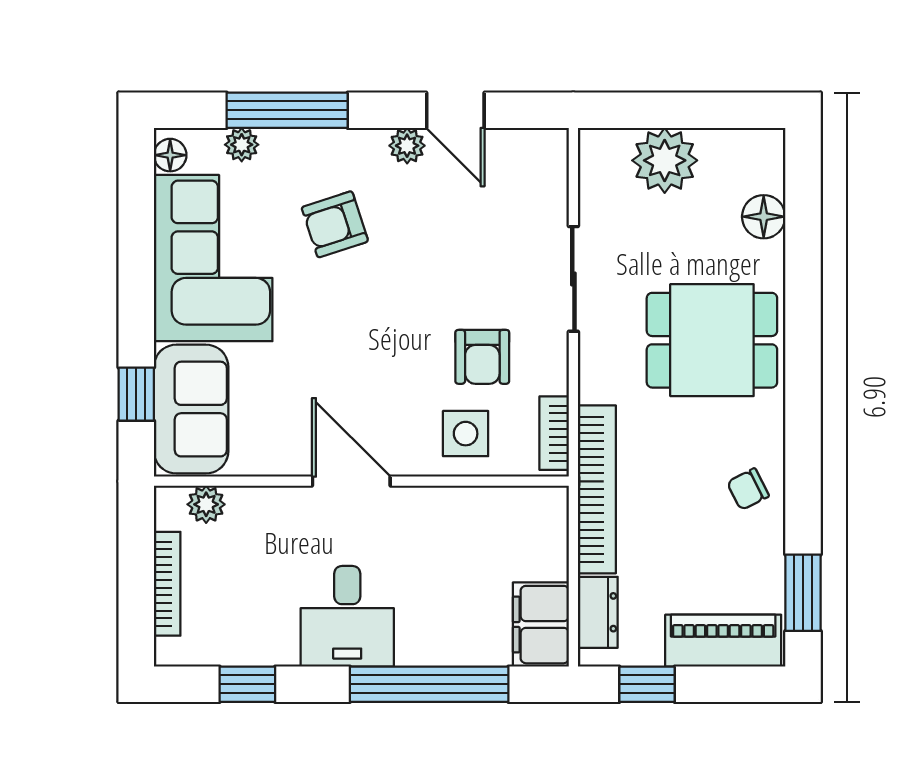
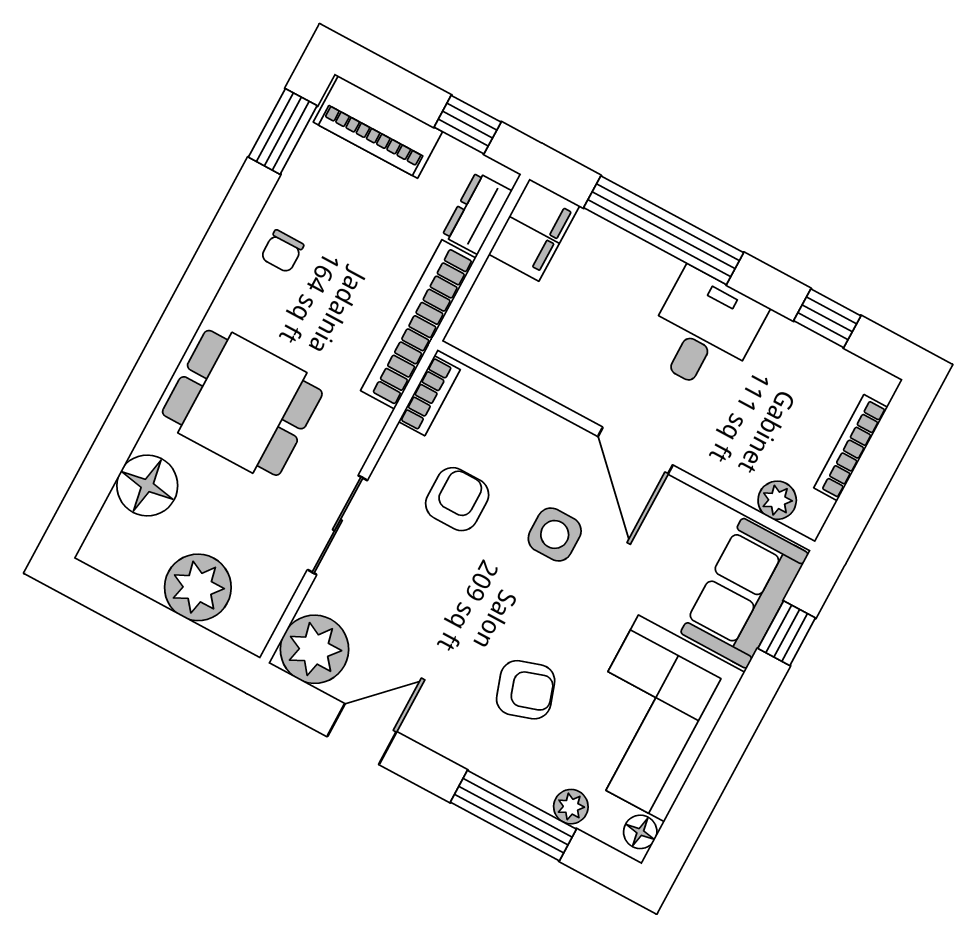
door: (455, 110) -> (362, 734), hinge flipped
plant: (407, 146) -> (314, 649), moved, width x1.88, depth x1.88
floor lamp: (764, 217) -> (147, 486), width x1.38, depth x1.38
side table: (466, 434) -> (555, 534), moved
chair: (748, 489) -> (282, 251), turned 117

